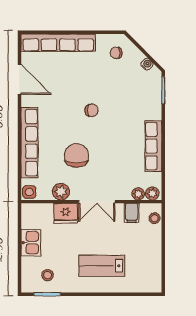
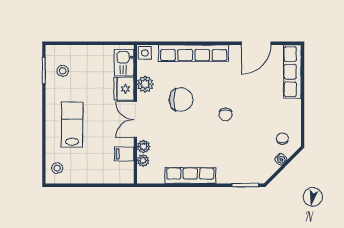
row of seats: (58, 43) -> (292, 72), width x0.73
water cooler: (147, 64) -> (281, 159), moved
plant: (152, 193) -> (143, 147), moved
stool: (155, 218) -> (57, 168), moved
kitchen sink: (31, 243) -> (124, 63), moved, turned 90

